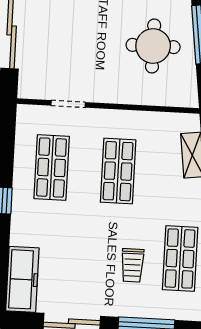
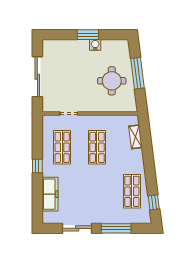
trolley: (132, 265) -> (107, 196), removed
freezer: (22, 279) -> (50, 194), moved

